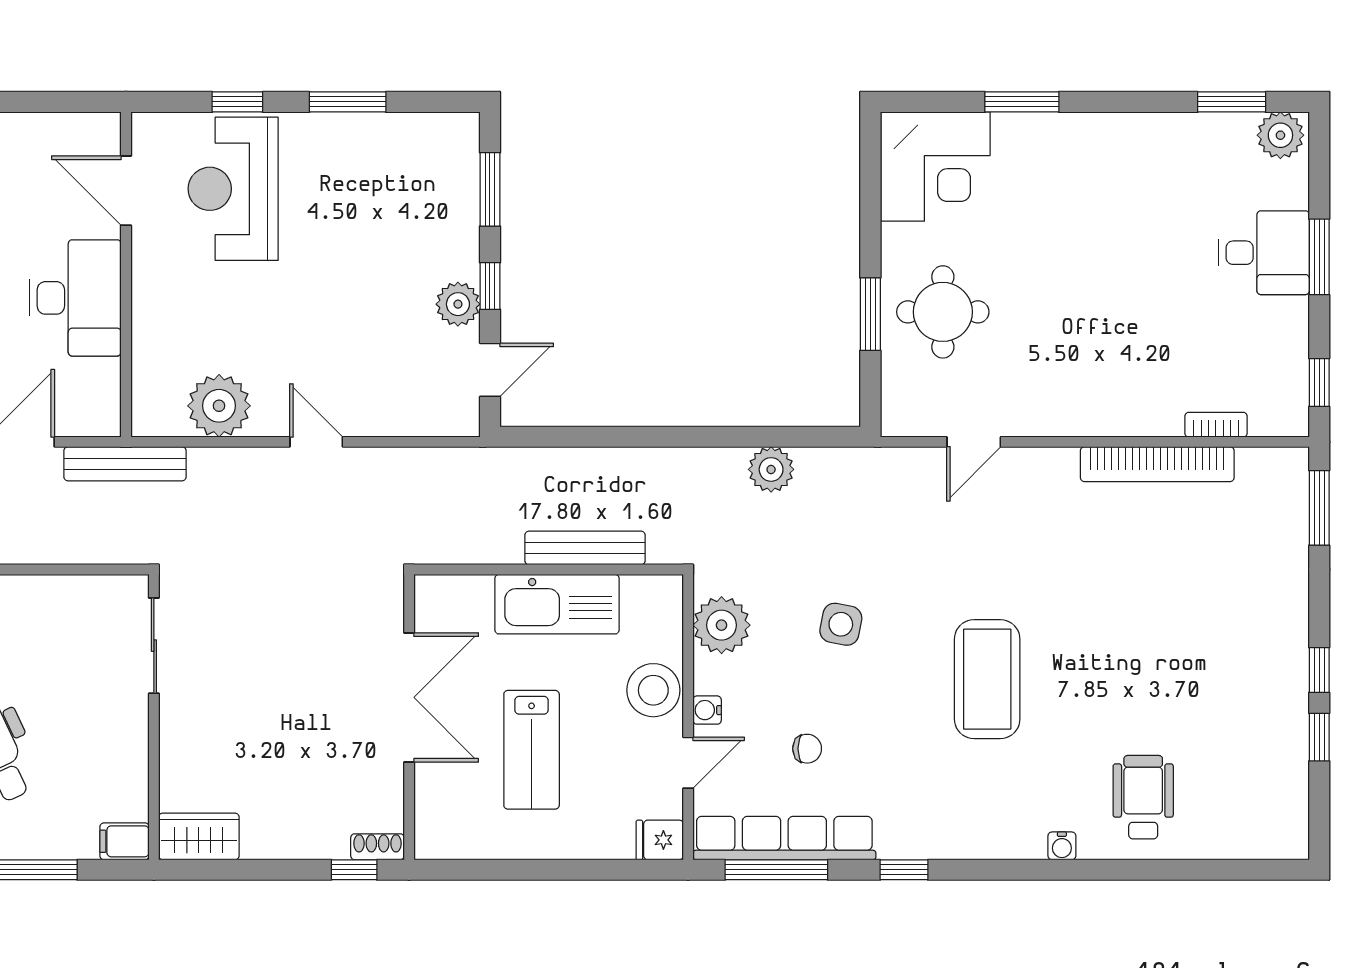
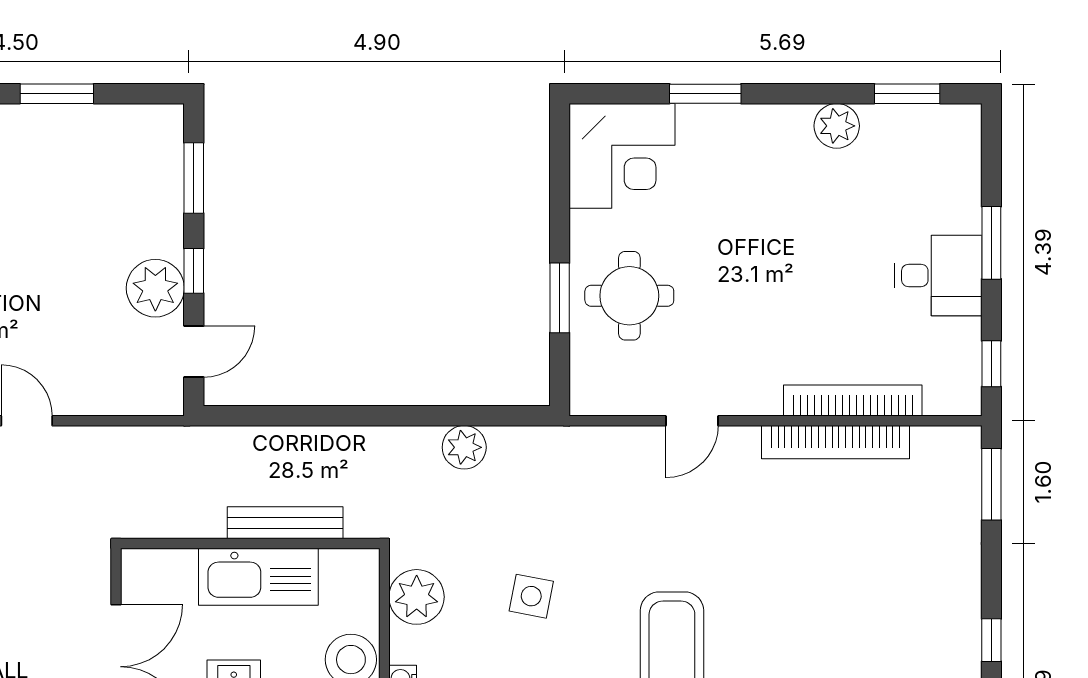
plant: (1280, 135) -> (837, 126), moved
desk: (1264, 253) -> (938, 275), moved
plant: (458, 304) -> (155, 288), width x1.36, depth x1.36
bookcase: (1216, 425) -> (853, 400), width x2.31, depth x1.31
door: (974, 442) -> (692, 421), moved

